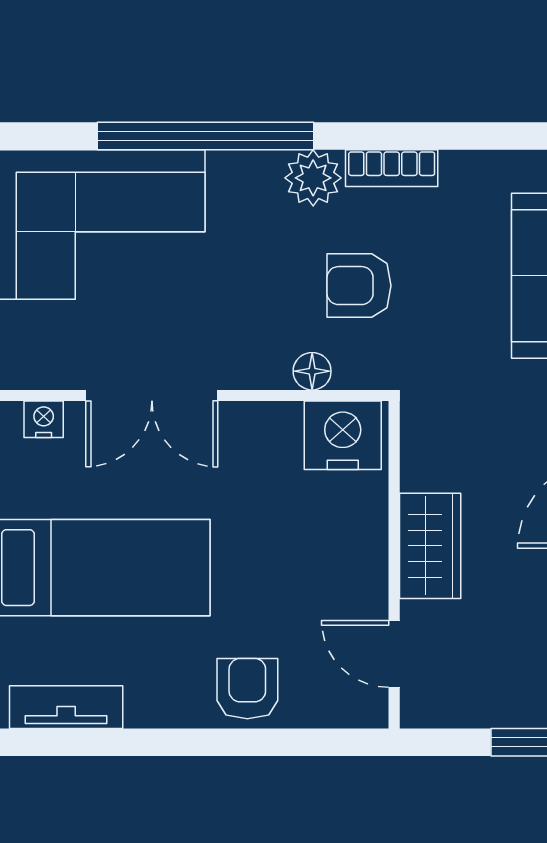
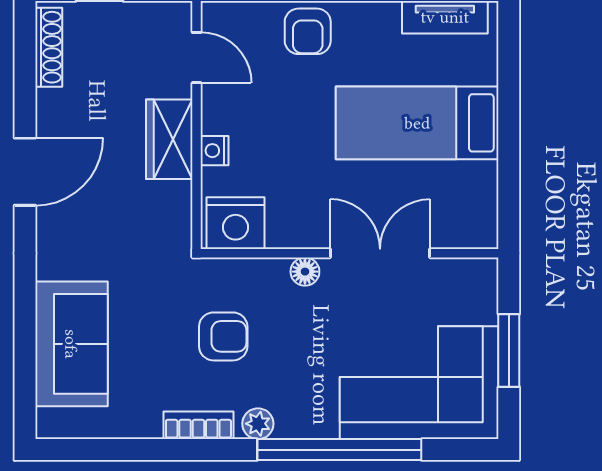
plant: (313, 178) -> (258, 424), width x0.73, depth x0.73
floor lamp: (312, 371) -> (305, 272), moved
nightstand: (44, 419) -> (215, 151), moved, turned 90

